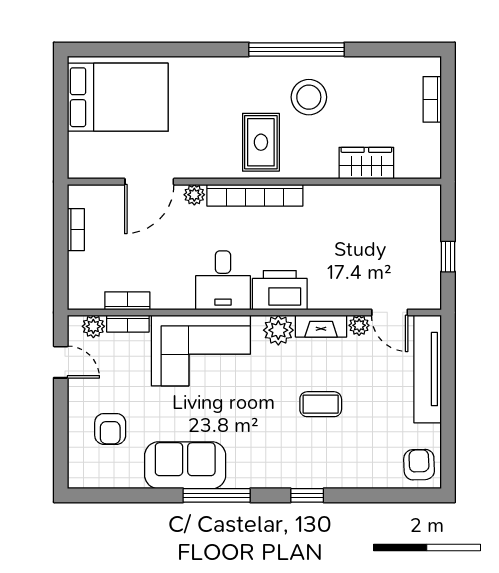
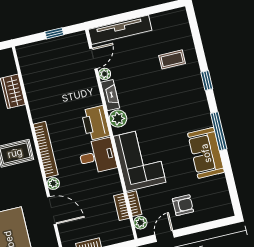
coffee table: (321, 404) -> (172, 59), moved, turned 90
armchair: (110, 429) -> (183, 205), moved
armchair: (419, 465) -> (175, 22), removed

